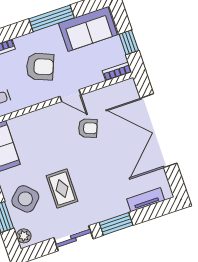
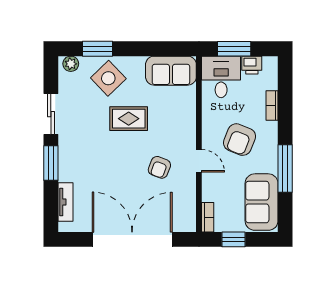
door: (70, 96) -> (199, 161), swing flipped
rug: (62, 189) -> (129, 119), moved

